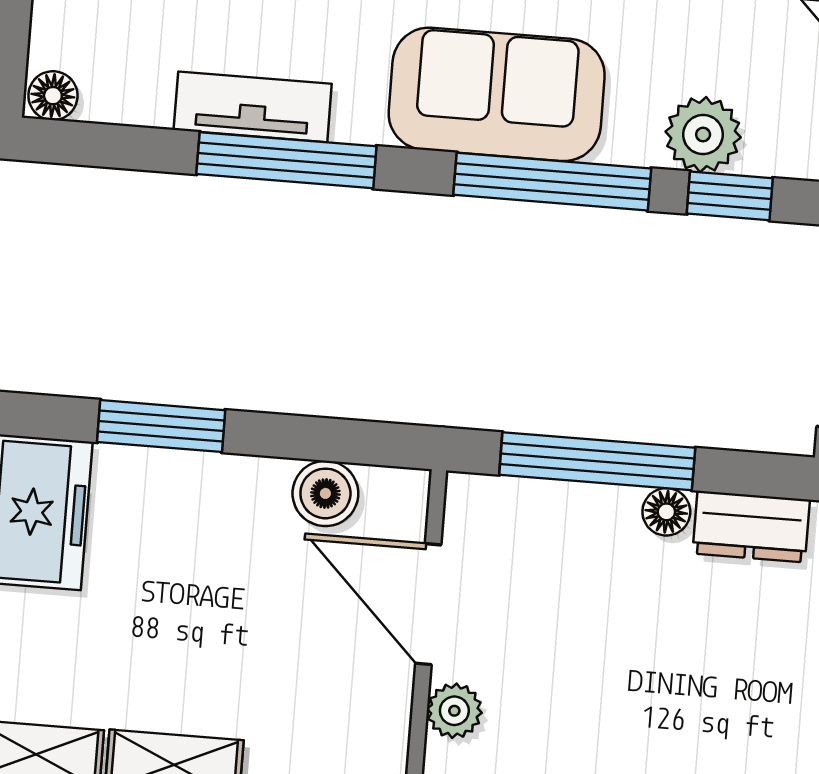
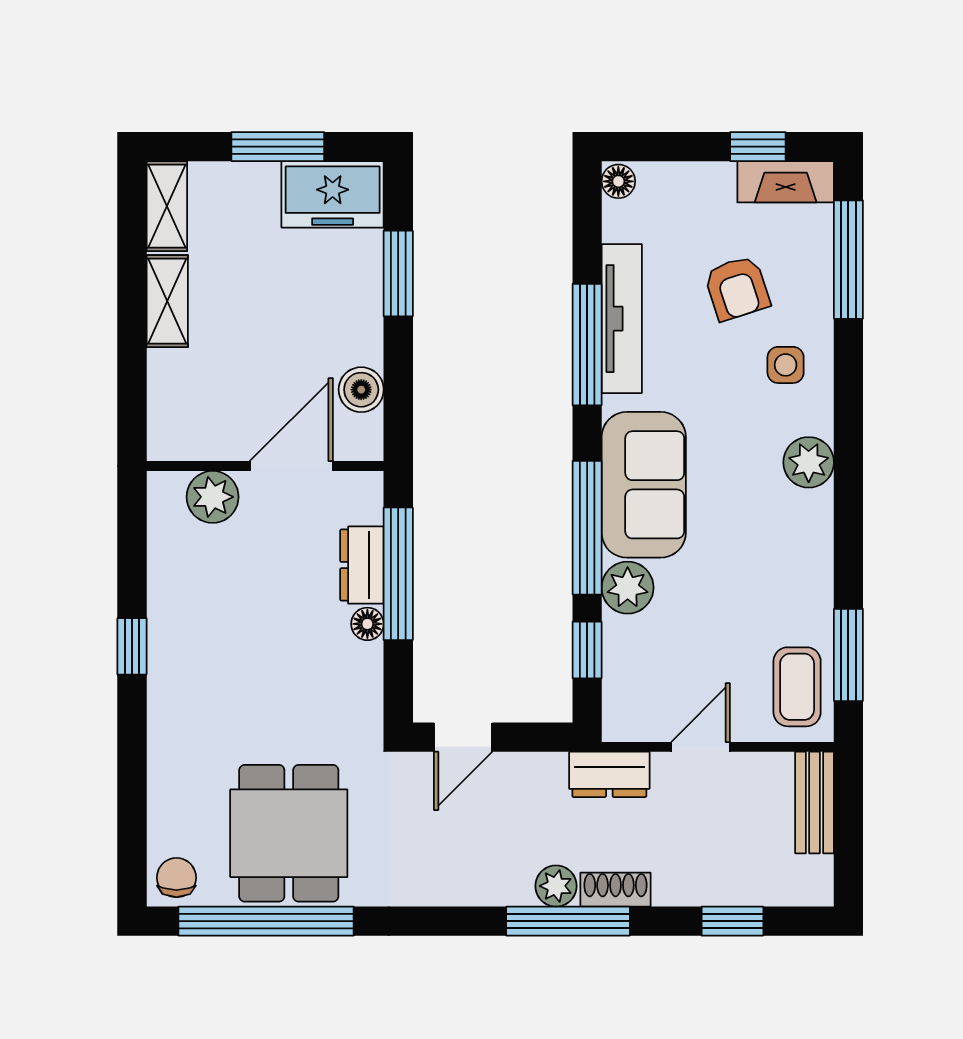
tv unit: (253, 107) -> (622, 319), width x1.41
plant: (703, 135) -> (628, 588), moved
dresser: (751, 527) -> (362, 565), moved
plant: (454, 711) -> (213, 497), width x1.38, depth x1.38

